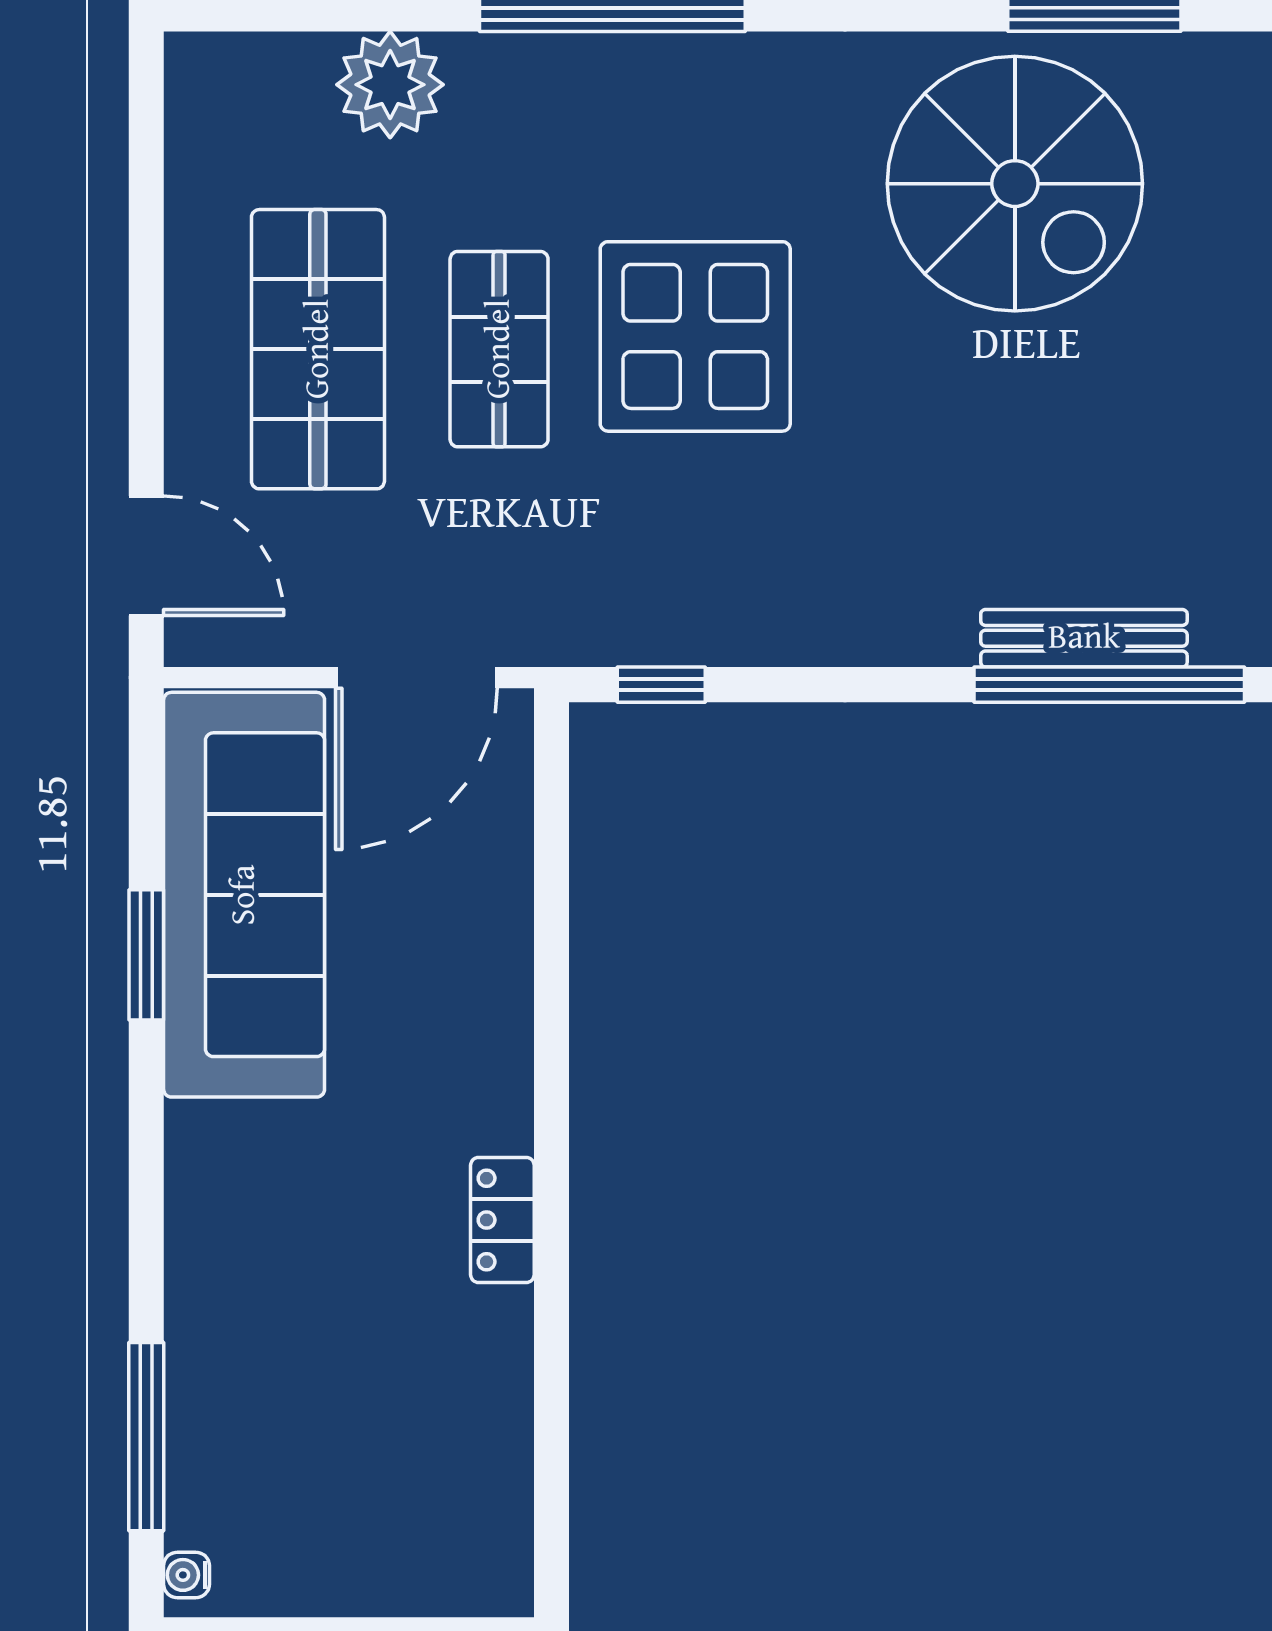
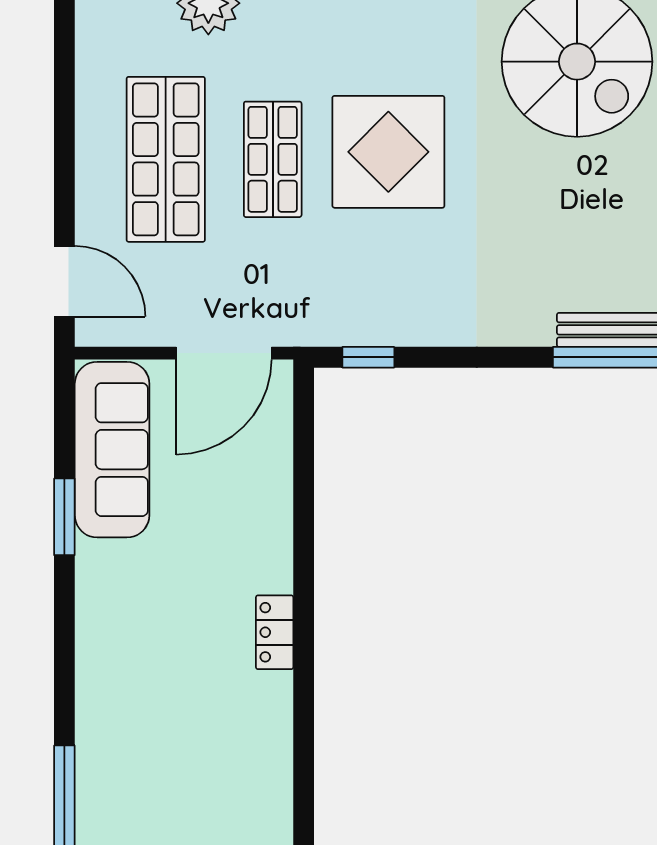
sofa: (244, 895) -> (112, 450), width x0.74, depth x0.79
locker: (502, 1220) -> (275, 632), moved

